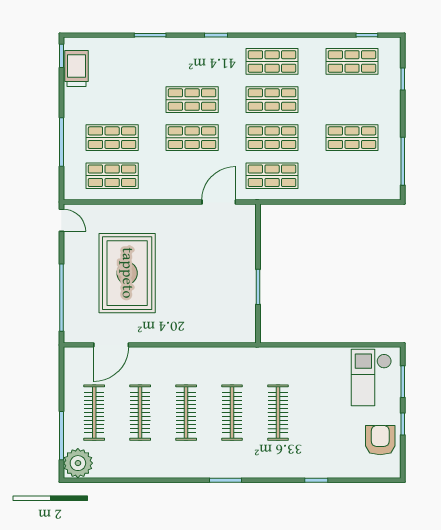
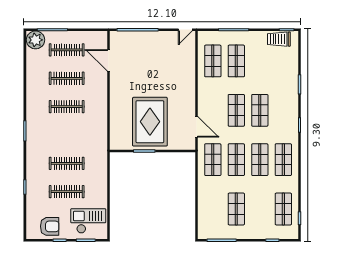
trolley: (77, 69) -> (279, 39), turned 180
rug: (127, 273) -> (150, 122), moved, turned 90
clothes rail: (232, 413) -> (67, 192), moved

